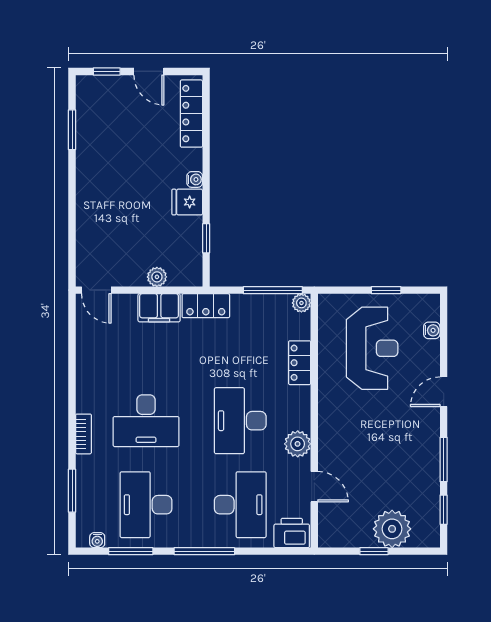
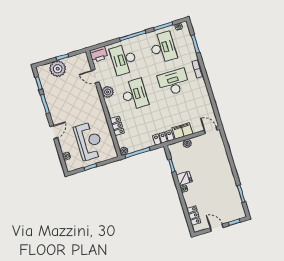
locker: (191, 114) -> (194, 216), width x0.66
reception desk: (372, 348) -> (89, 141), turned 180

